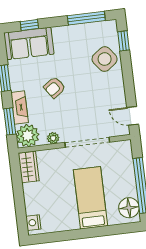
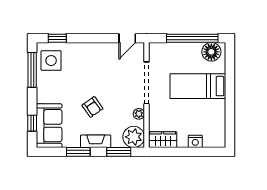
side table: (105, 59) -> (51, 61), moved, turned 37
fireplace: (20, 107) -> (96, 141), moved
nightstand: (33, 223) -> (195, 141), moved

